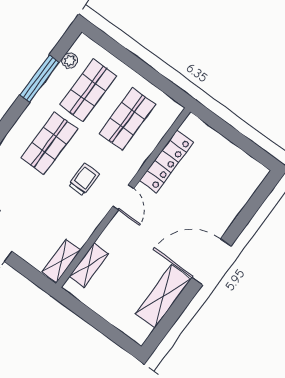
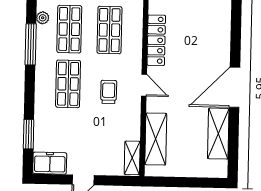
shelving: (89, 265) -> (156, 139), width x1.50, depth x1.33

